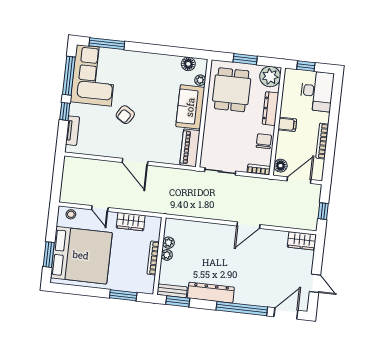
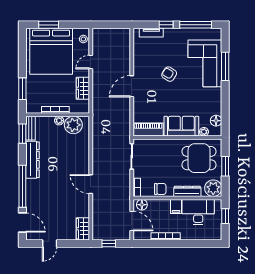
window: (107, 44) -> (225, 66), moved
corner sofa: (94, 75) -> (205, 63), moved, turned 90
desk: (317, 91) -> (198, 212), moved, turned 180
plant: (168, 243) -> (73, 125), width x1.88, depth x1.88

